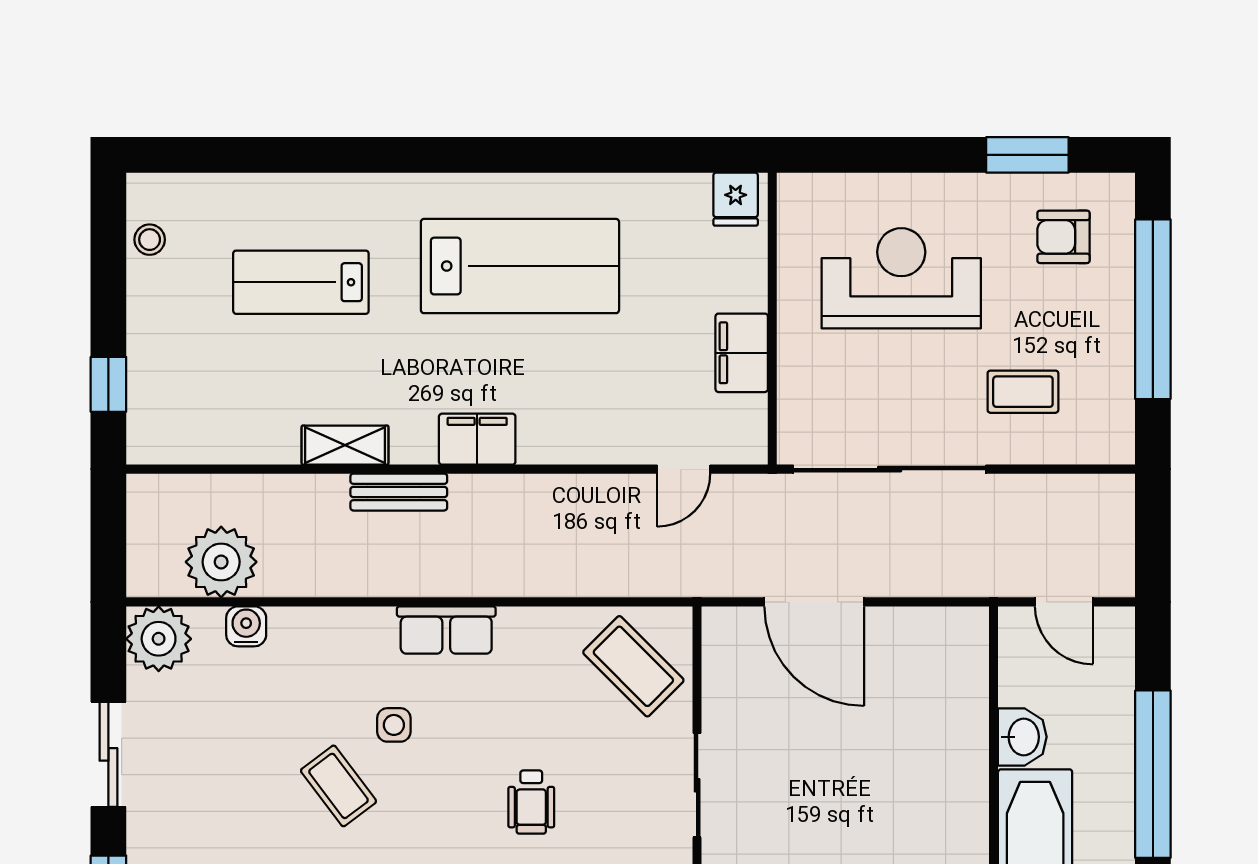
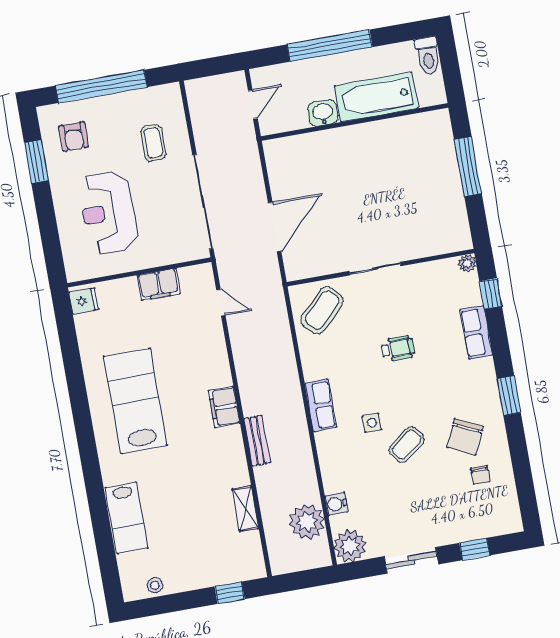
lab bench: (301, 282) -> (127, 518), moved
shelving: (345, 445) -> (245, 509), moved

